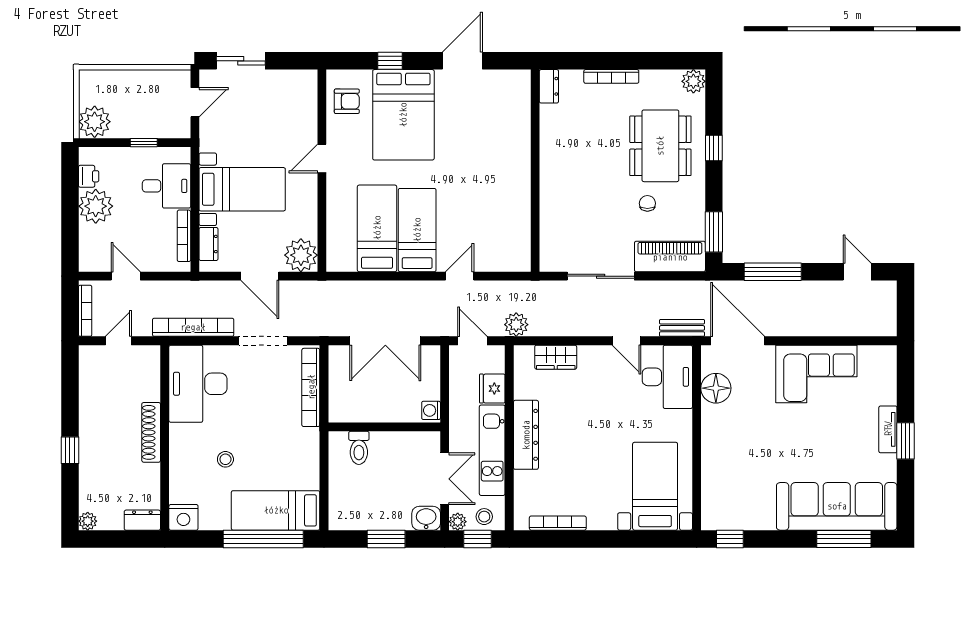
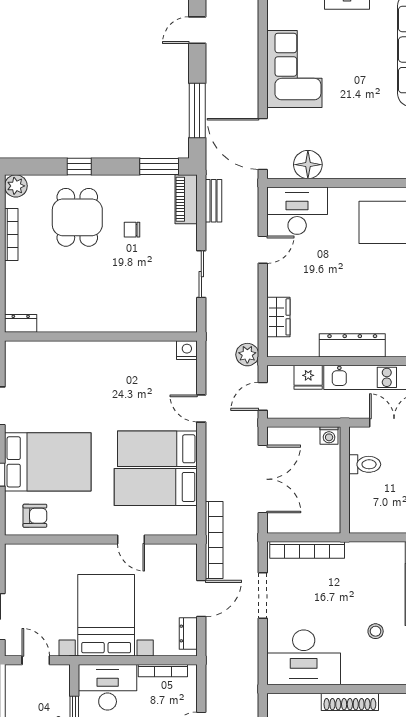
bookcase: (611, 76) -> (11, 234), moved
armchair: (347, 101) -> (35, 516), turned 90
dining table: (660, 146) -> (77, 217), width x0.73
door: (322, 158) -> (131, 539), moved
desk: (166, 186) -> (108, 687), width x1.37
bed with nightstands: (242, 189) -> (106, 615), width x1.36
dresser: (208, 244) -> (188, 634), moved, turned -90
plant: (301, 255) -> (181, 559), removed
piano: (670, 257) -> (186, 199), width x0.73, depth x0.75
nightstand: (521, 261) -> (187, 350), added
sliding door: (601, 276) -> (201, 274), width x0.73
bookcase: (193, 327) -> (214, 540), moved, turned 180
bench: (682, 328) -> (214, 201), moved
door: (738, 341) -> (263, 144), hinge flipped
toilet: (359, 448) -> (365, 464), moved

